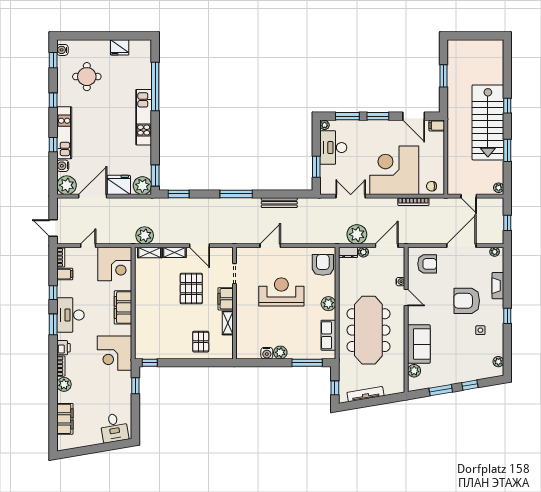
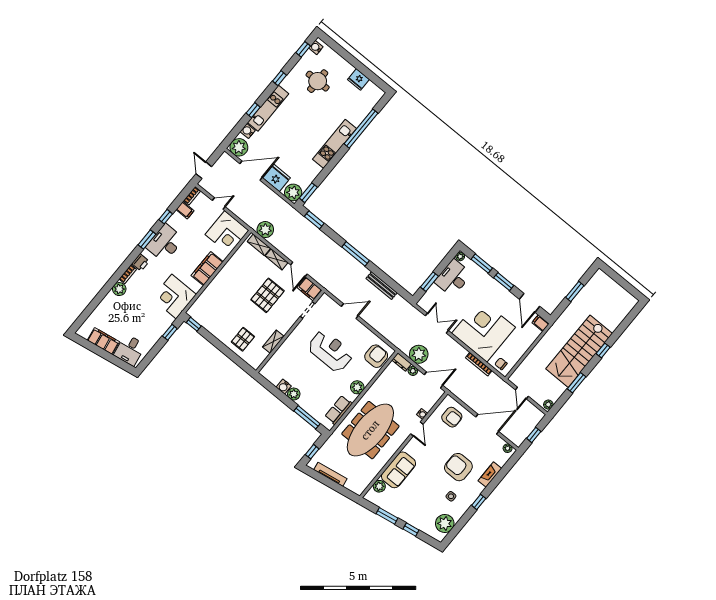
filing cabinet: (226, 299) -> (309, 289), moved, turned -90
plant: (498, 362) -> (445, 523), width x1.87, depth x1.87
filing cabinet: (65, 419) -> (103, 341), moved, turned -100

